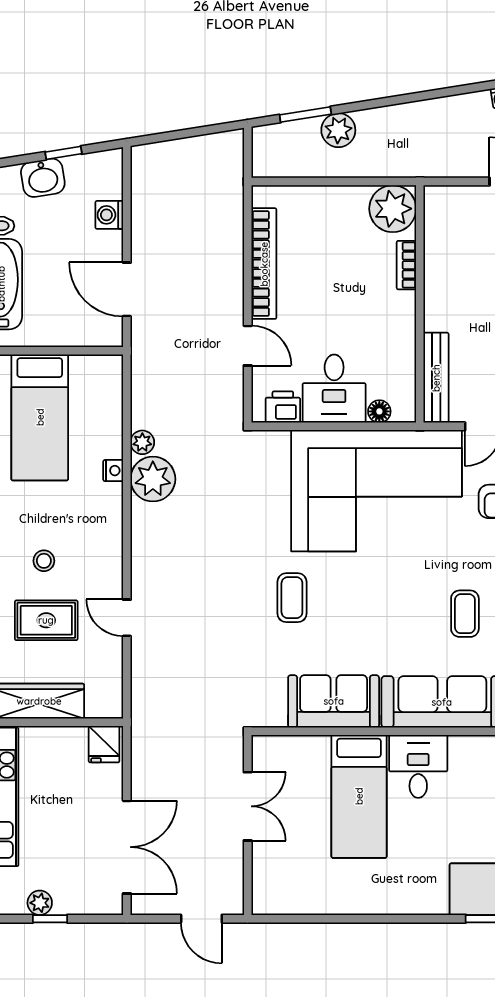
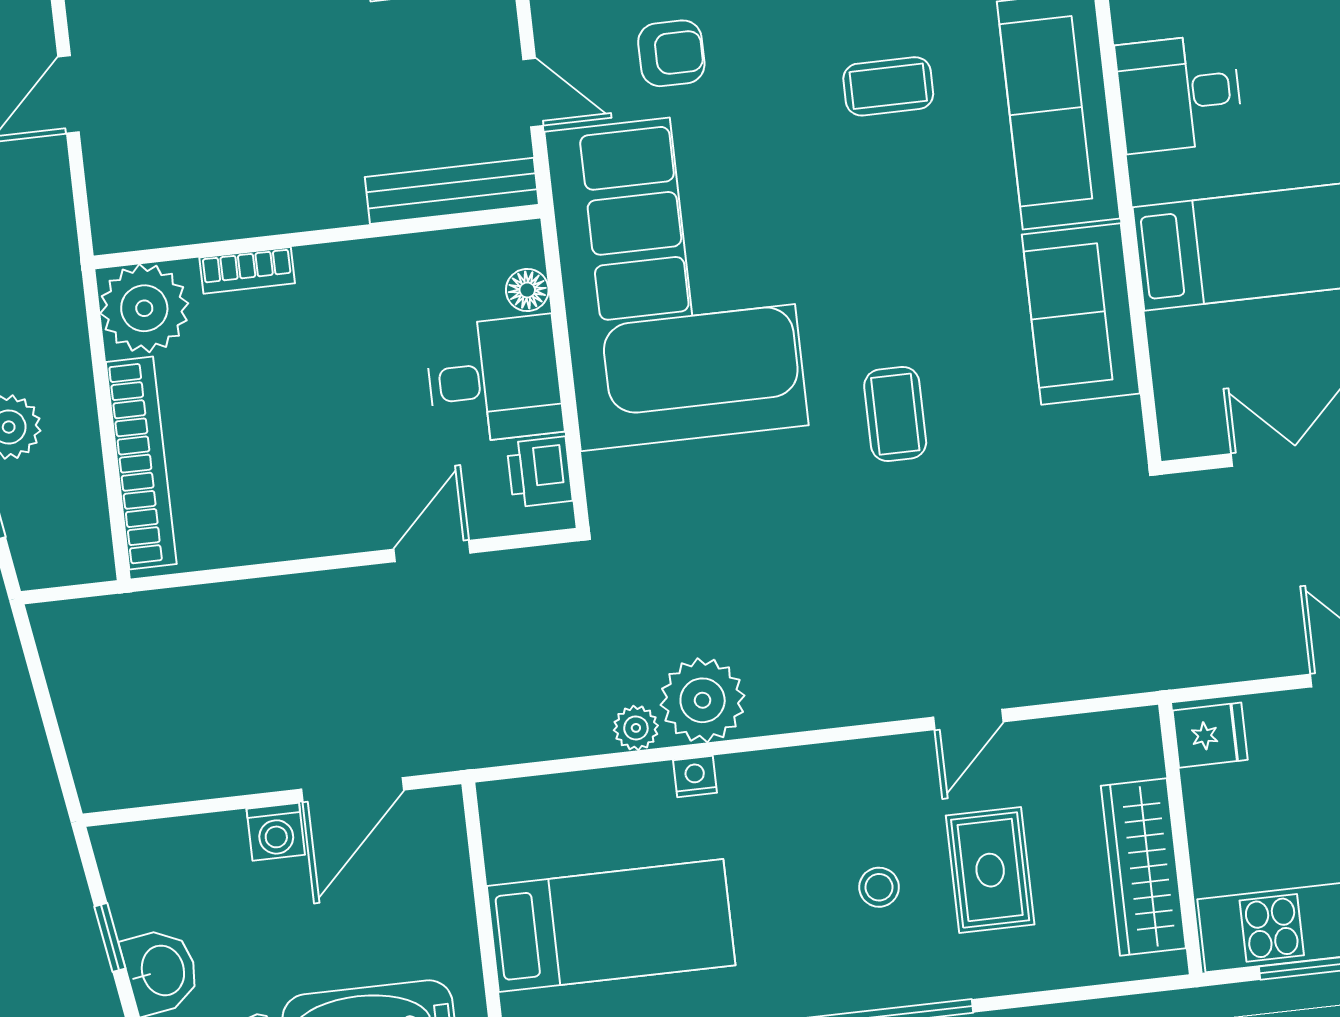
washing machine: (109, 215) -> (276, 832), moved
bookcase: (264, 264) -> (141, 463), moved, turned 90
coffee table: (292, 598) -> (895, 414), turned 90
desk: (418, 766) -> (1179, 93), moved

